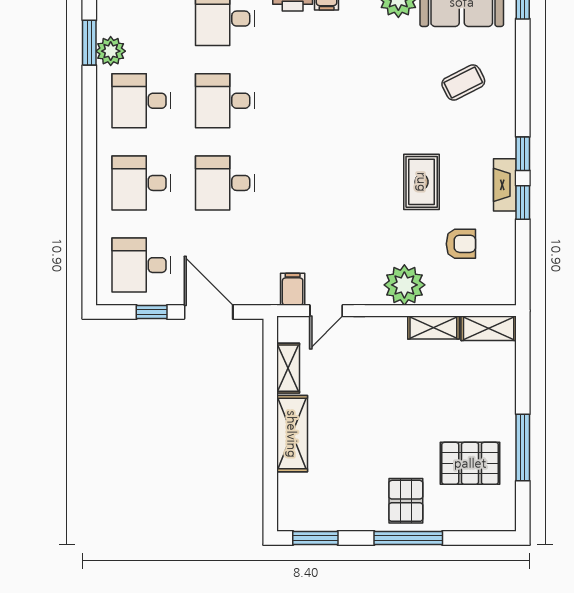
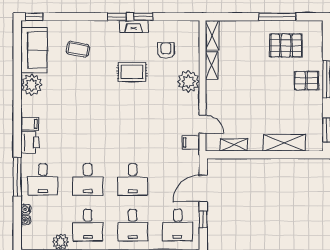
coffee table: (463, 83) -> (78, 49), turned -52
shelving: (292, 434) -> (284, 143), moved
pallet: (470, 463) -> (286, 46), turned 90

